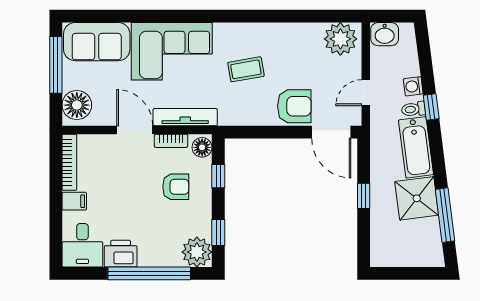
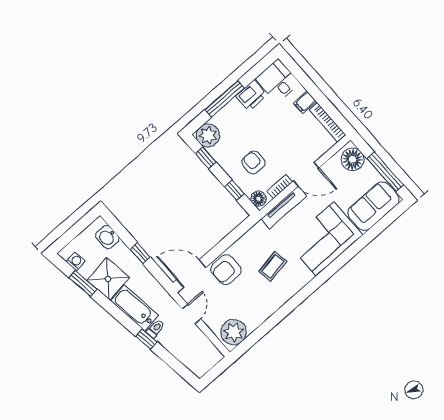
washbasin: (385, 34) -> (107, 237), moved, turned -90
washing machine: (413, 86) -> (76, 261), moved
armchair: (176, 187) -> (254, 162), turned 90
window: (445, 215) -> (83, 284), width x0.69
window: (149, 273) -> (225, 99), width x0.68

